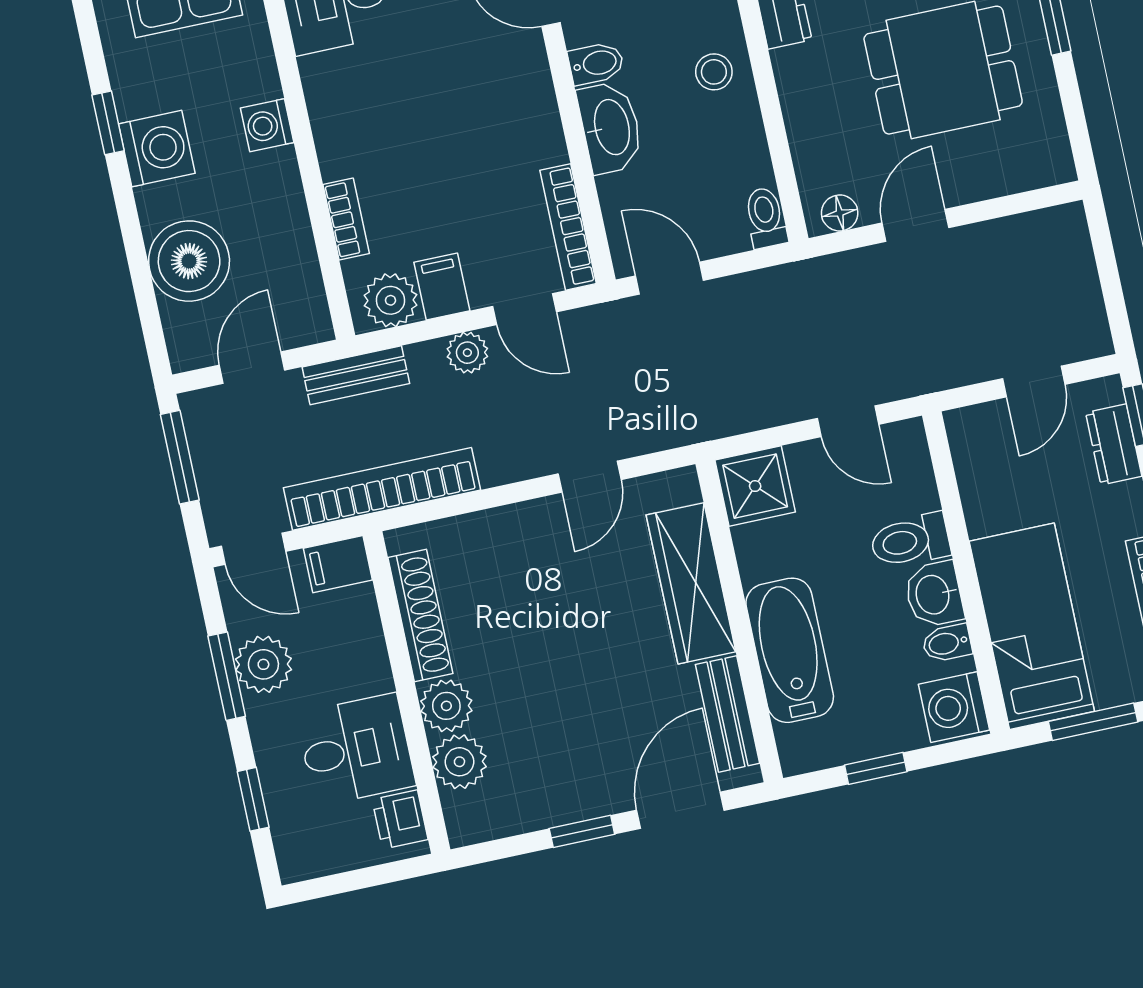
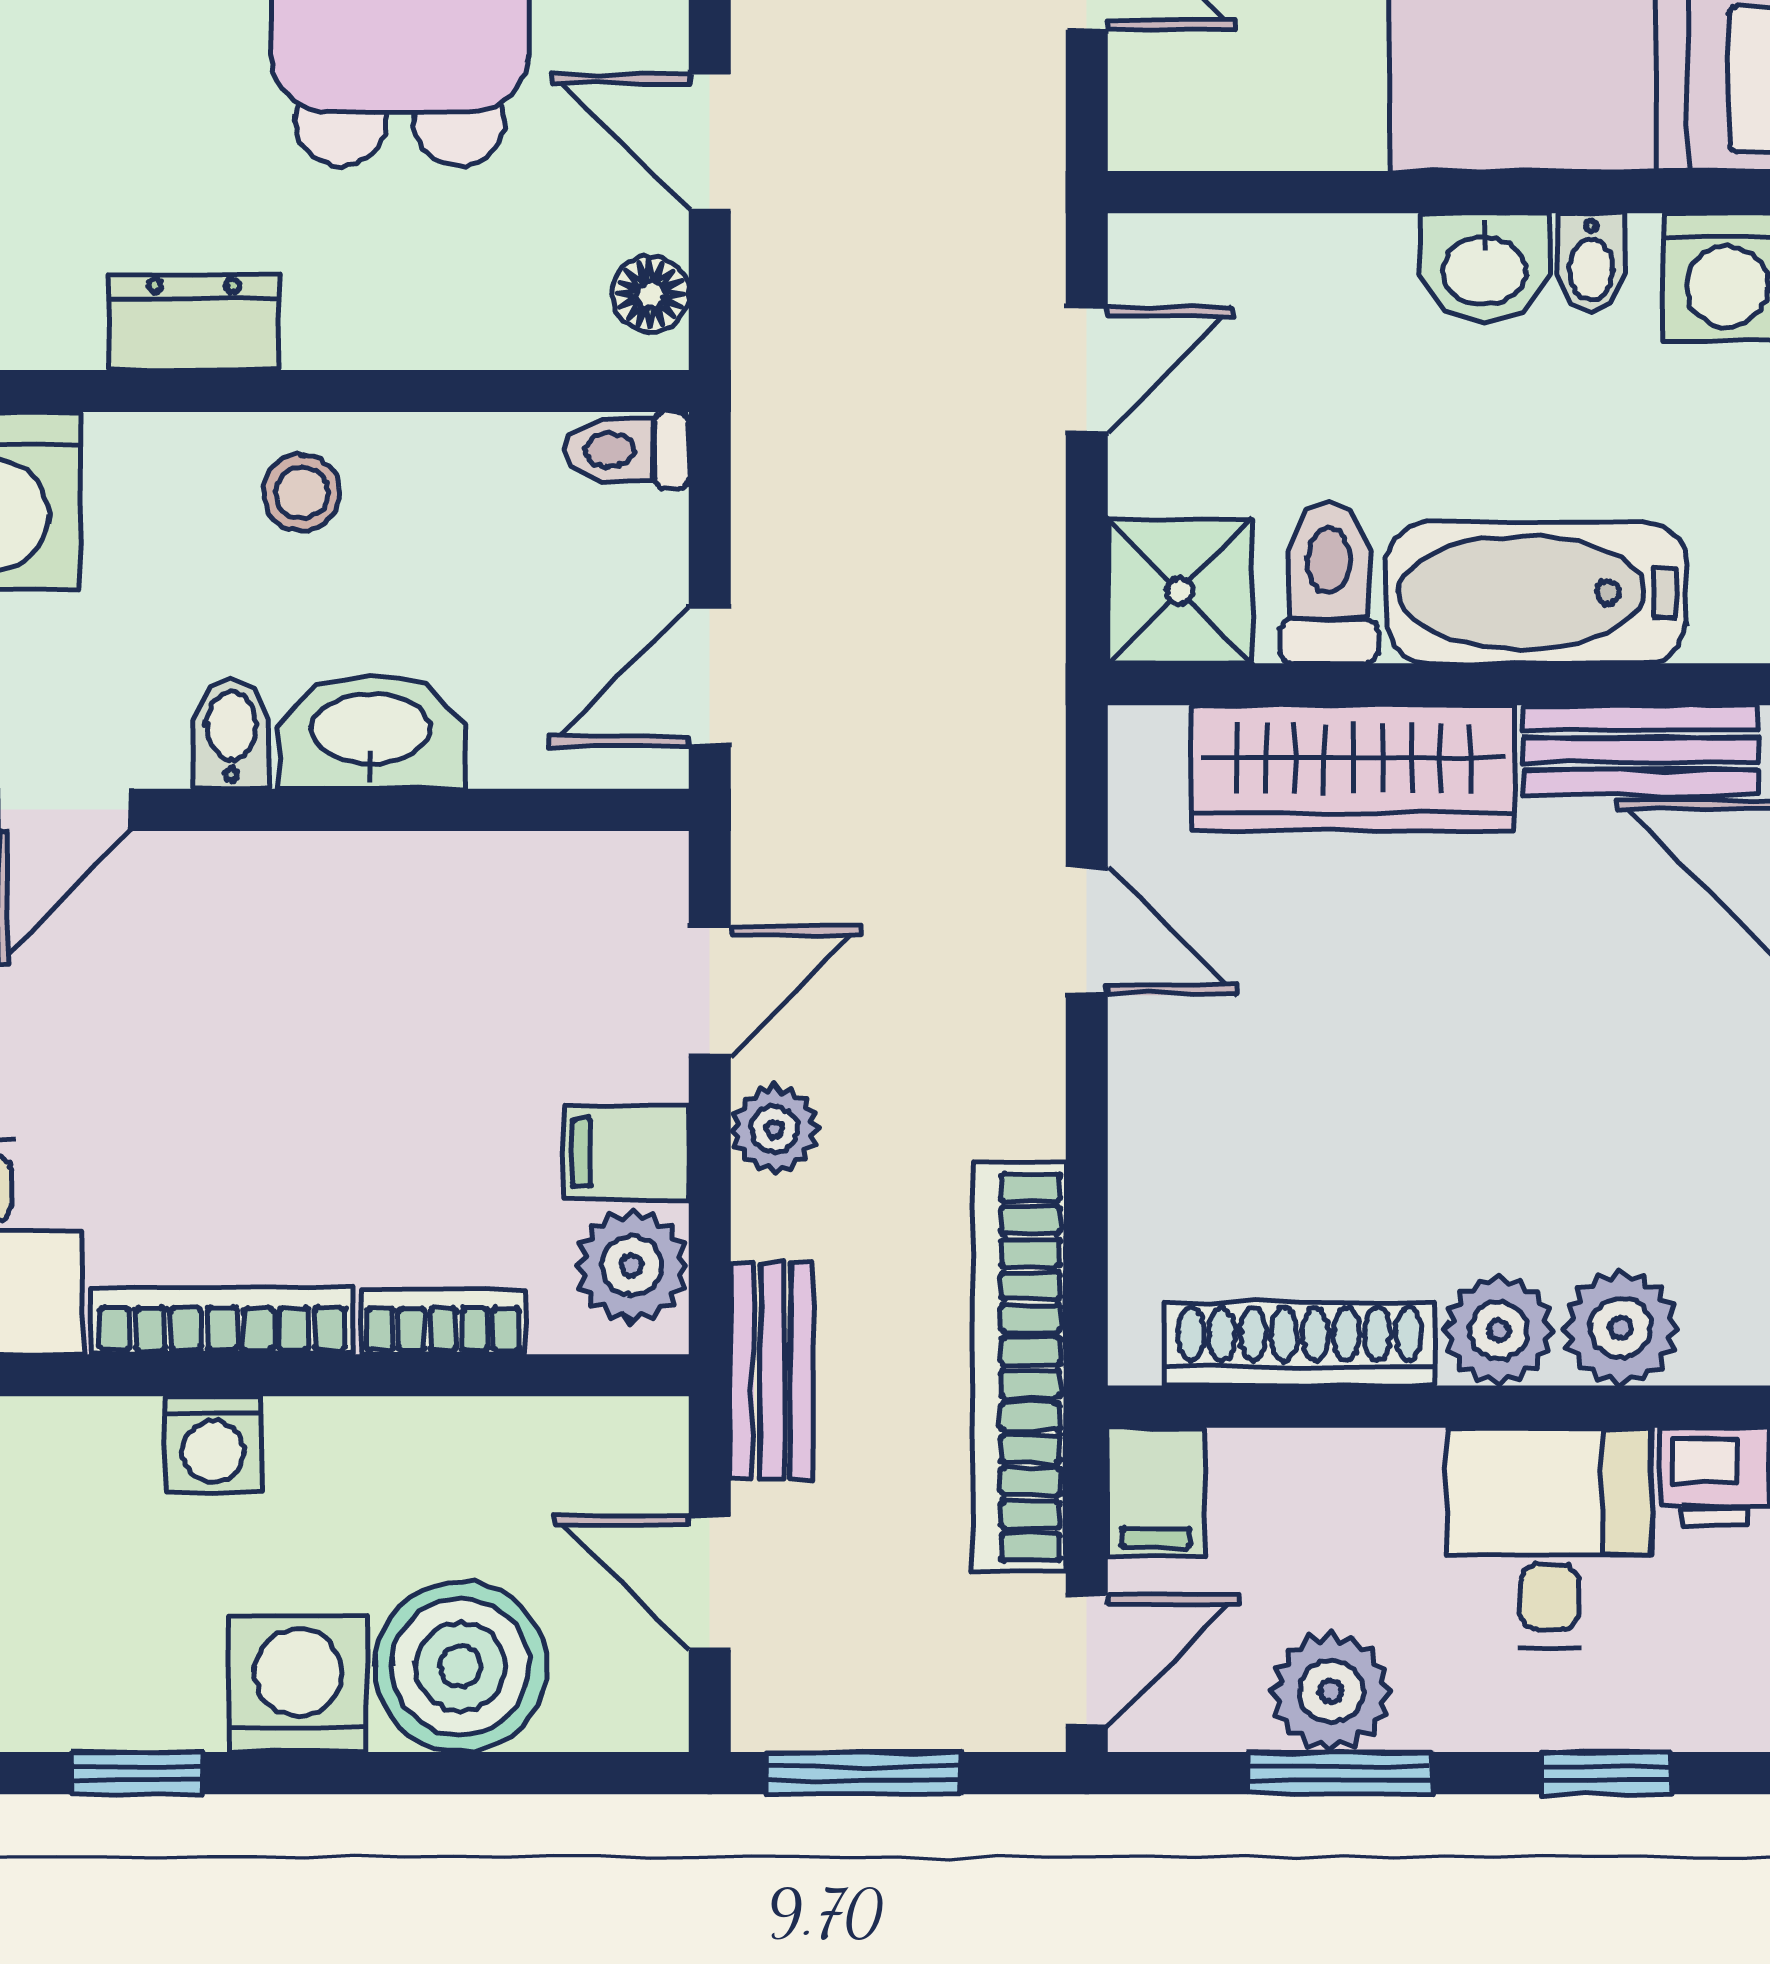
washing machine: (157, 149) -> (298, 1684), moved
bookcase: (568, 227) -> (222, 1321), moved, turned 180
toilet: (910, 541) -> (1329, 583), moved, turned 180

